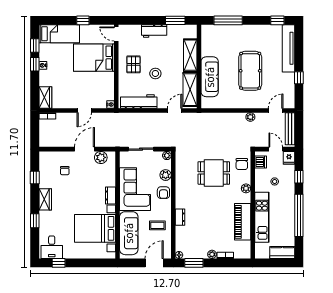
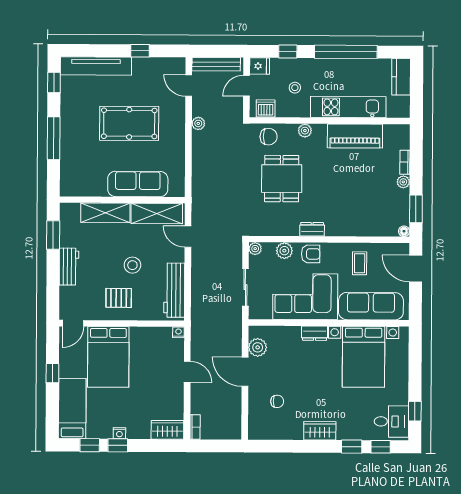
window: (228, 20) -> (54, 138), moved
window: (35, 177) -> (381, 447), moved
dresser: (180, 217) -> (312, 229), moved

